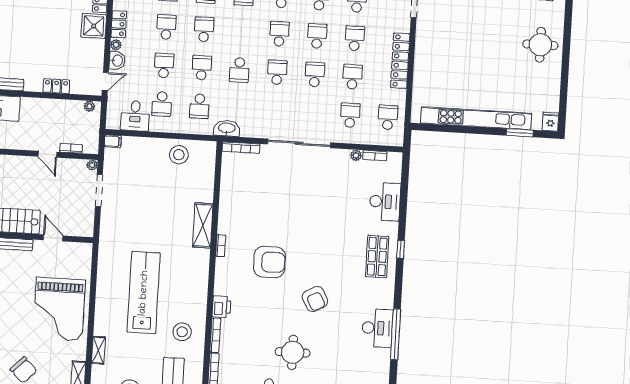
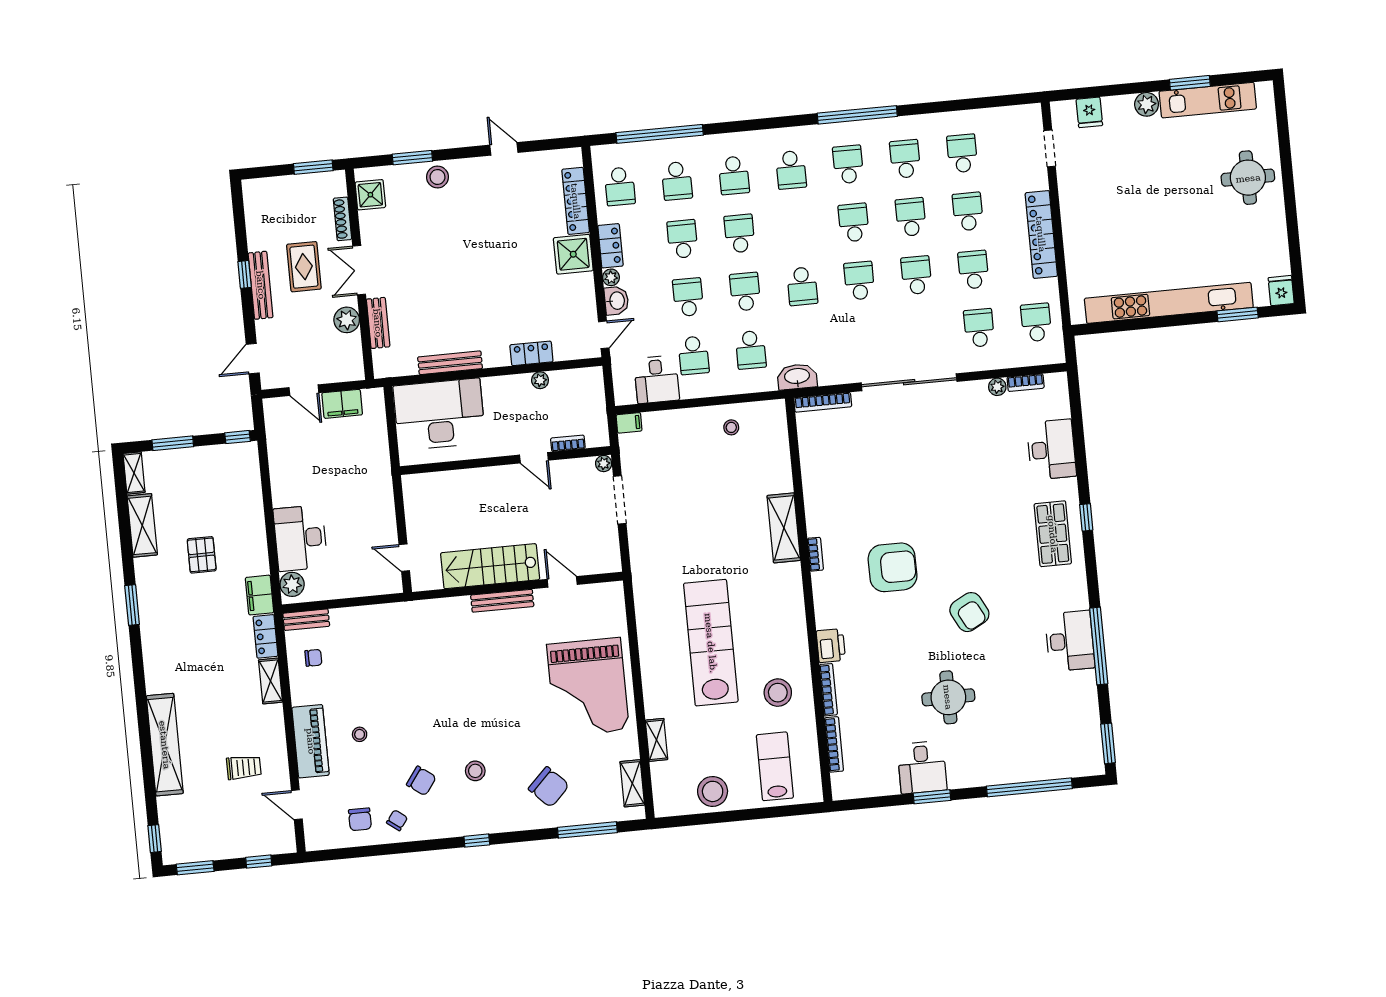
plant: (89, 106) -> (540, 380), moved
stool: (179, 155) -> (731, 427), width x0.53, depth x0.53

